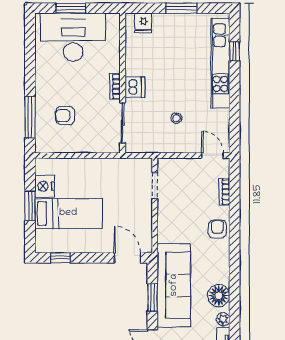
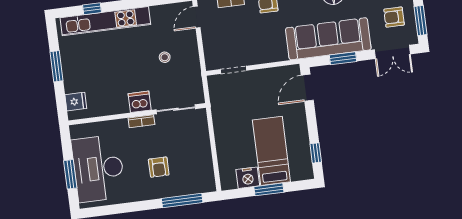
armchair: (65, 116) -> (159, 167), moved

